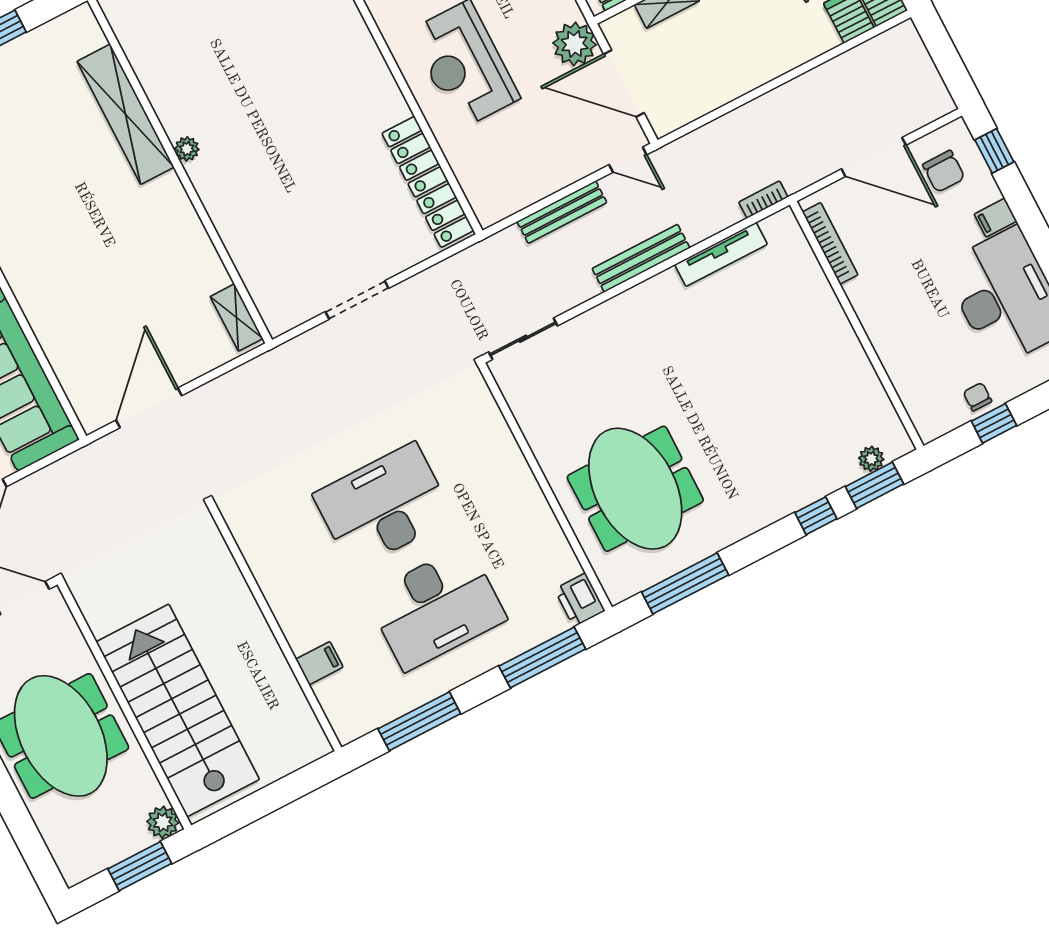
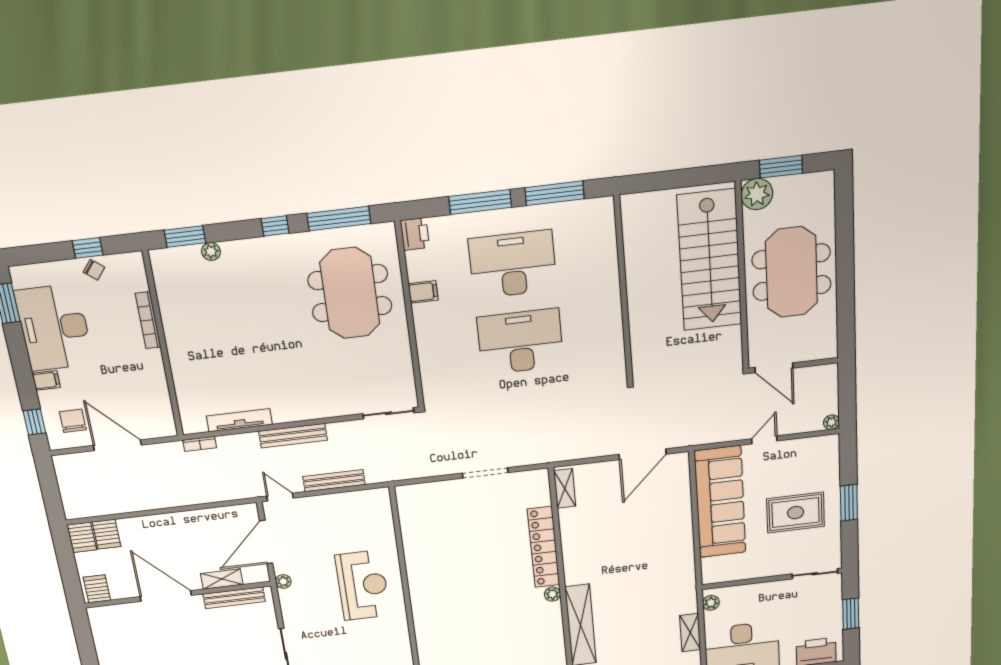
plant: (575, 44) -> (283, 581), width x0.53, depth x0.53
door: (624, 84) -> (266, 542), swing flipped
locker: (428, 182) -> (544, 547), moved, turned 180
bookcase: (830, 243) -> (148, 320), moved
chair: (977, 397) -> (94, 270), turned -52
plant: (871, 459) -> (211, 251), moved
desk: (384, 506) -> (520, 342), turned 180
window: (816, 516) -> (275, 226), moved
window: (542, 657) -> (480, 202), moved
filing cabinet: (319, 663) -> (423, 292), moved, turned 180
plant: (163, 822) -> (757, 194), width x1.36, depth x1.36

